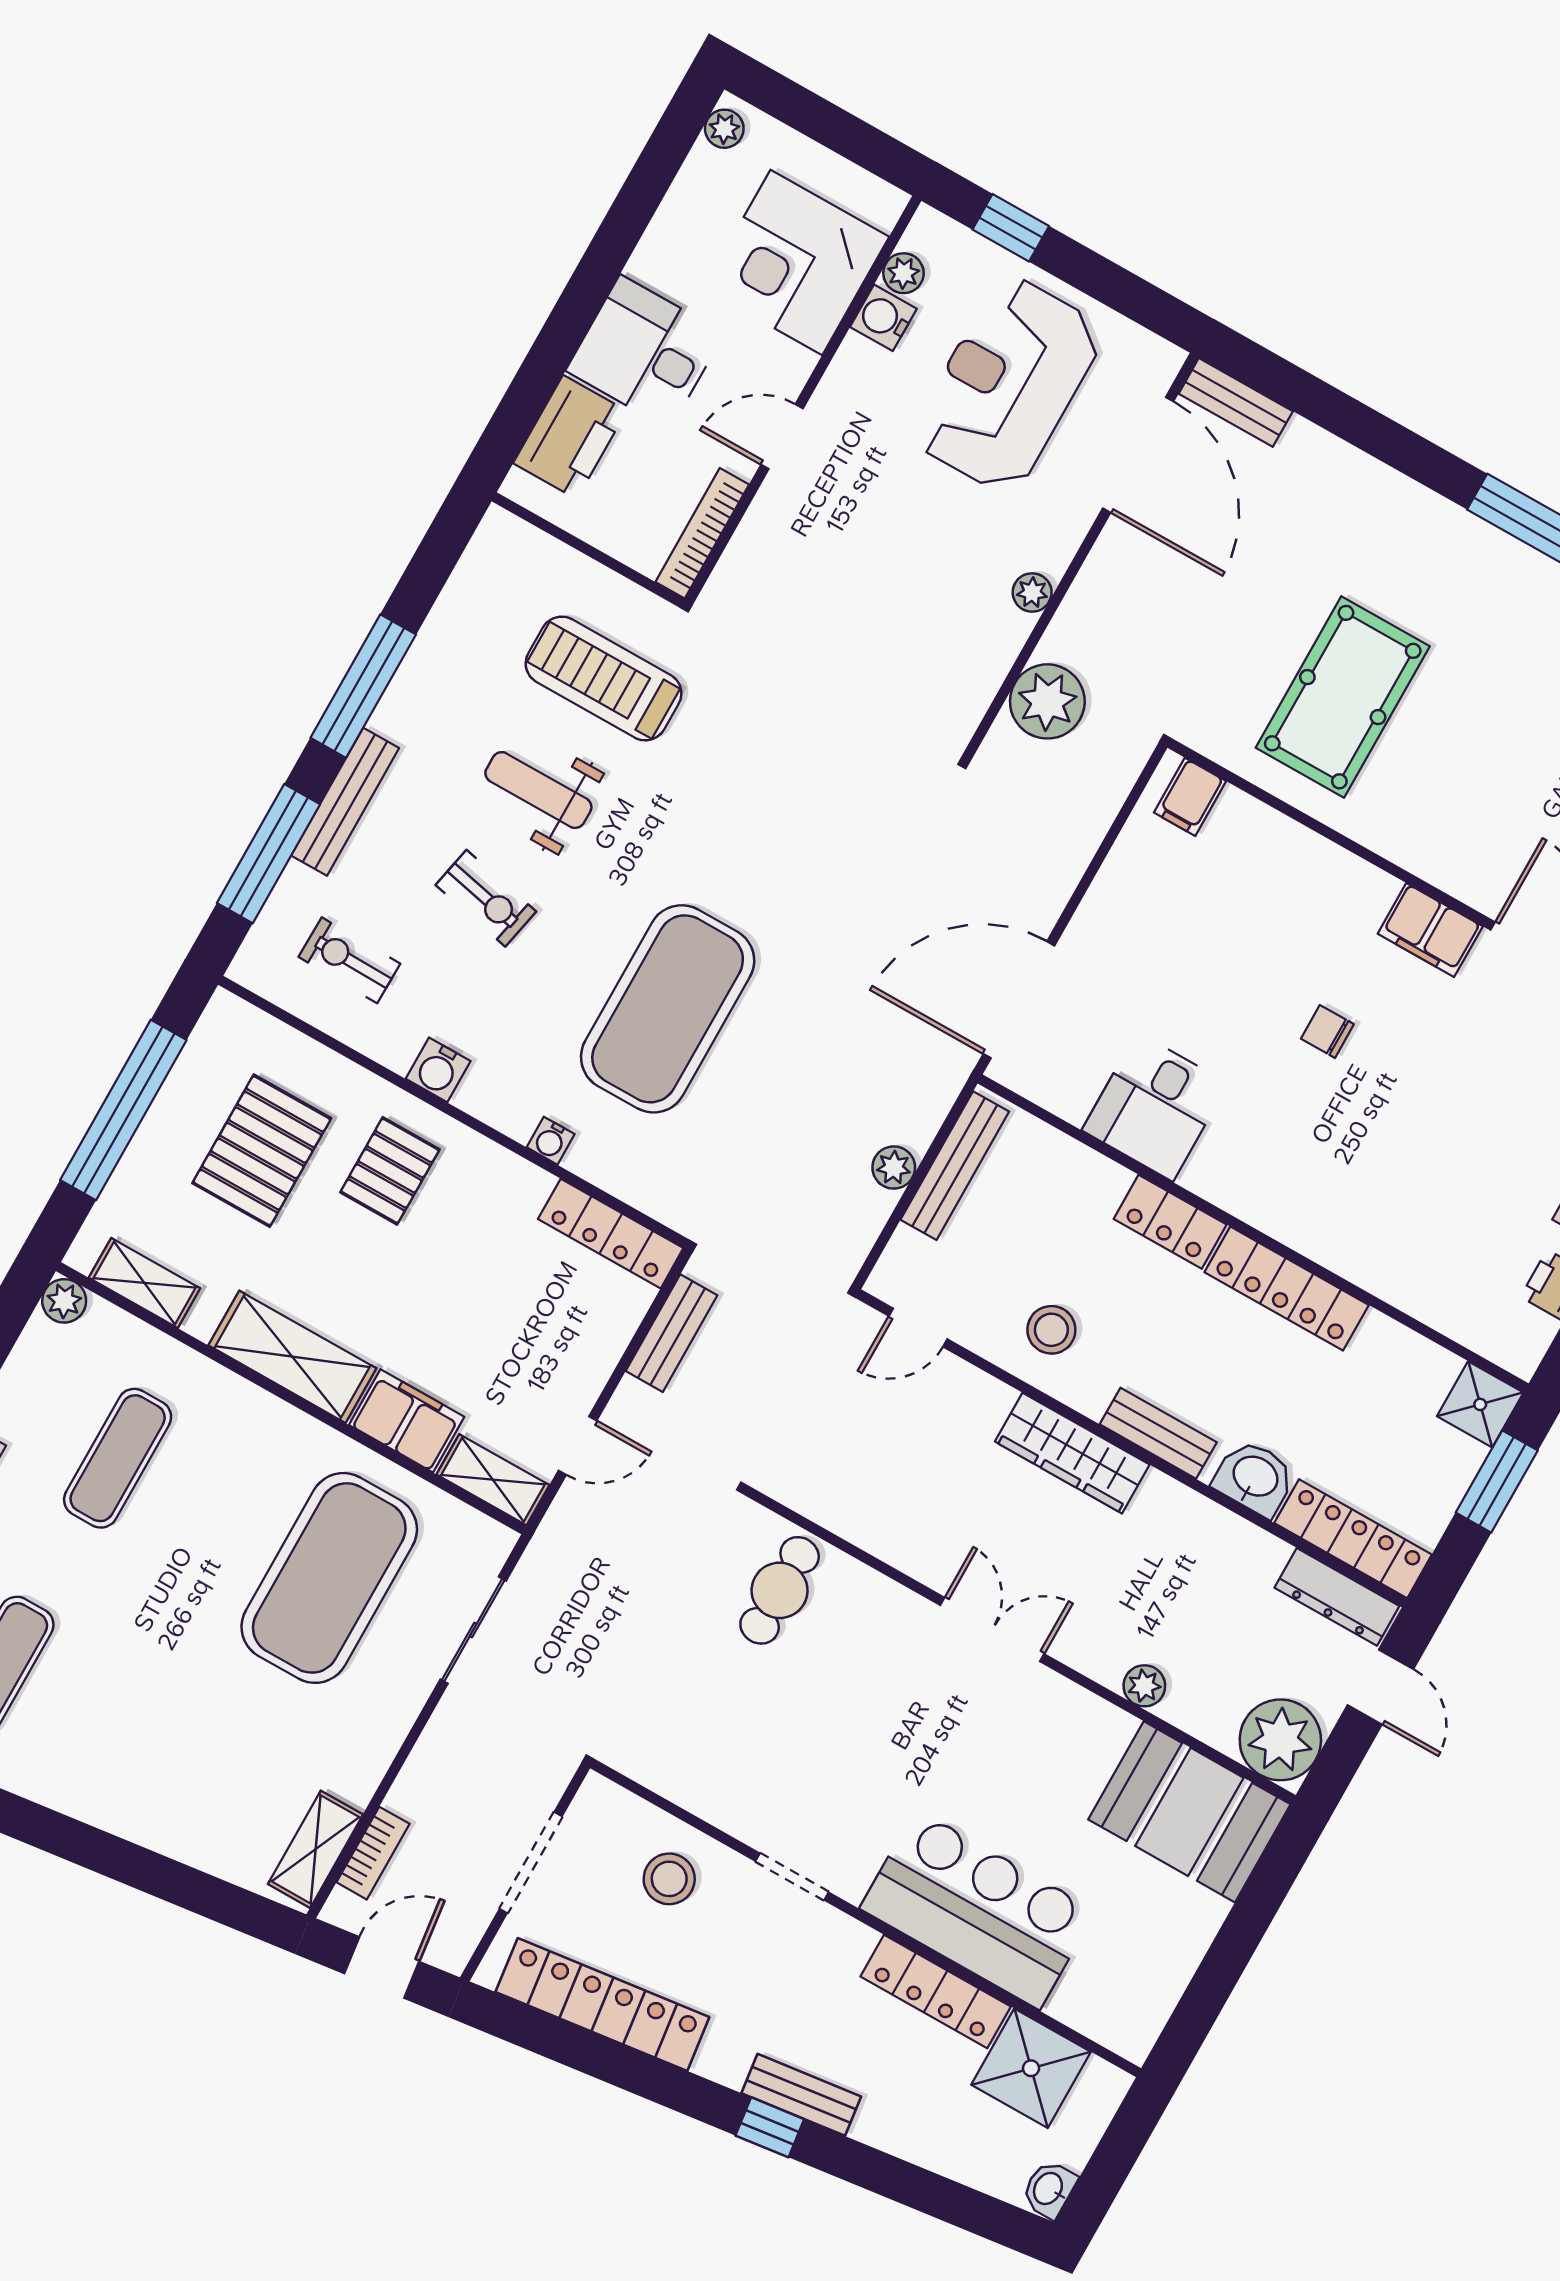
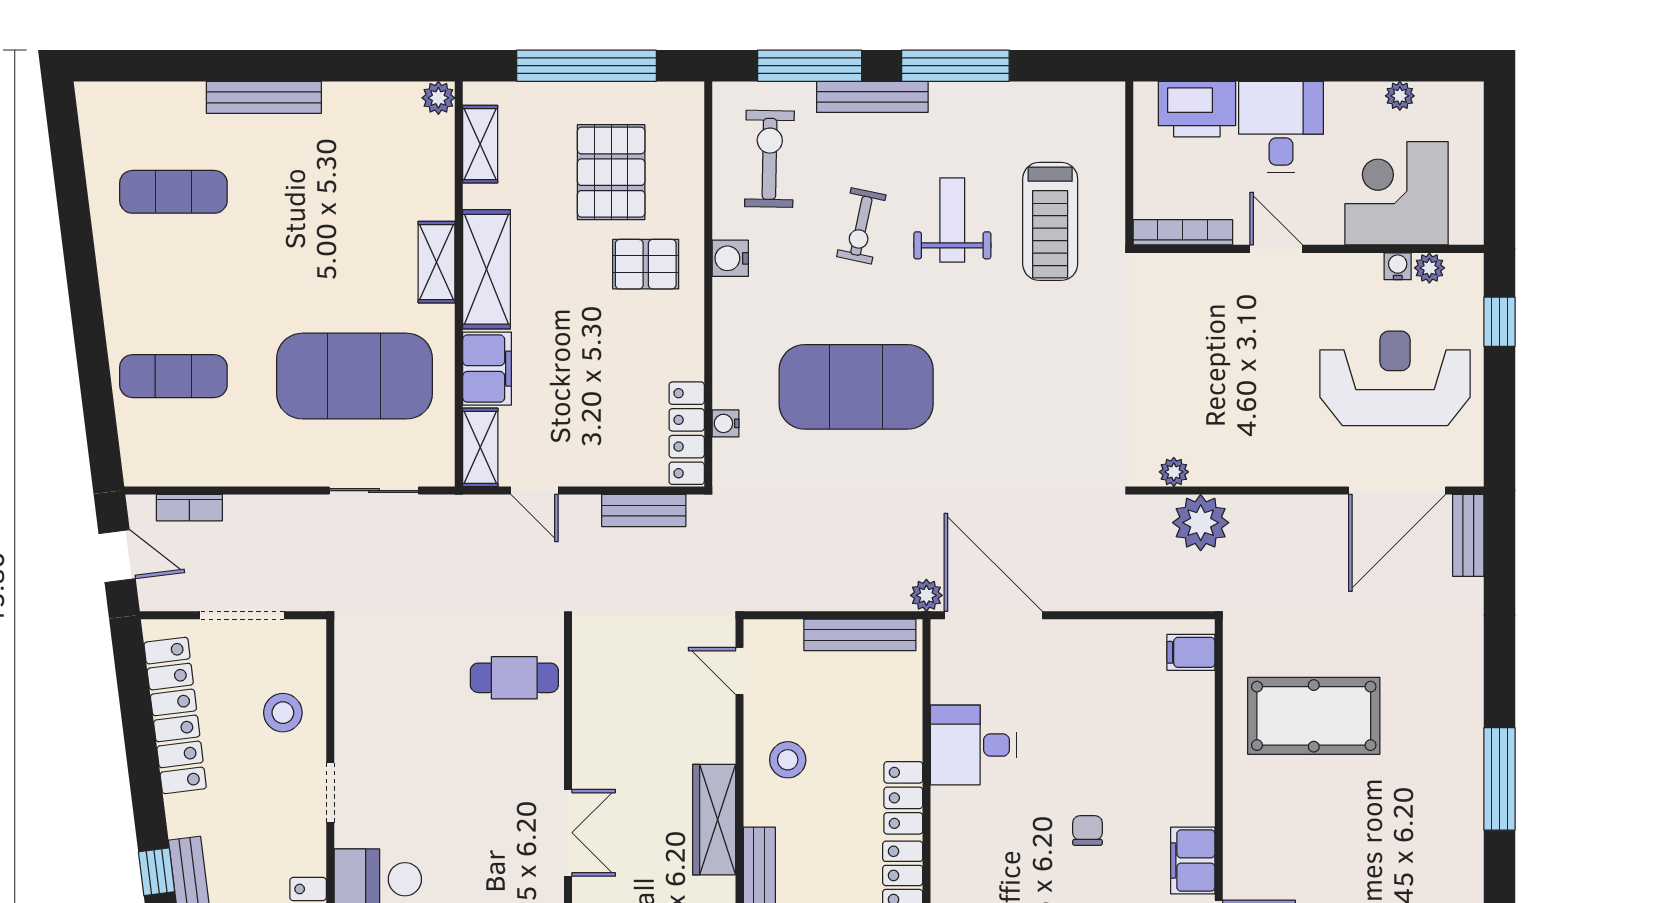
plant: (724, 129) -> (1400, 96), moved
water cooler: (883, 318) -> (1398, 266), width x0.72, depth x0.72
plant: (1032, 592) -> (1174, 472), moved
treadmill: (604, 678) -> (1050, 221), turned 180
exercise bike: (349, 960) -> (769, 159), width x1.38, depth x1.39
water cooler: (551, 1141) -> (726, 423), moved
pallet: (262, 1151) -> (611, 172), turned 90
plant: (894, 1167) -> (926, 595), moved
exercise mat: (118, 1458) -> (173, 376), moved
shelving: (315, 1849) -> (437, 262), moved, turned 90

